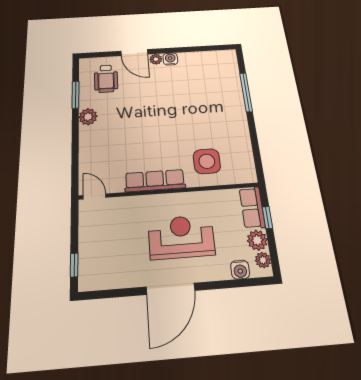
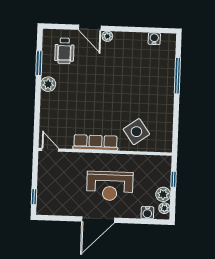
water cooler: (170, 59) -> (154, 39), moved
side table: (207, 161) -> (136, 132), turned -36
row of seats: (252, 208) -> (164, 171), removed
reception desk: (181, 237) -> (110, 186), turned 180

